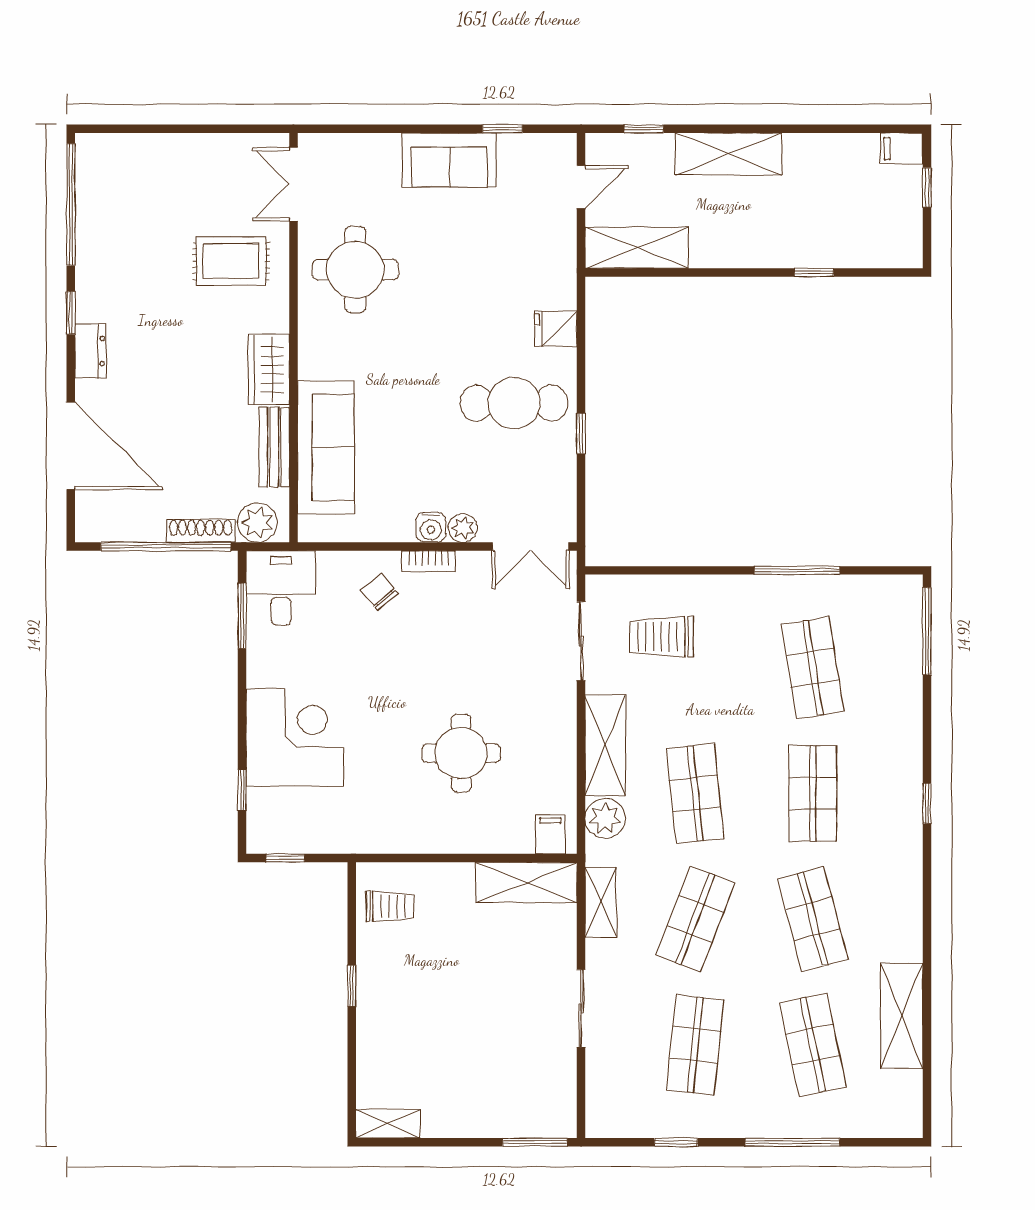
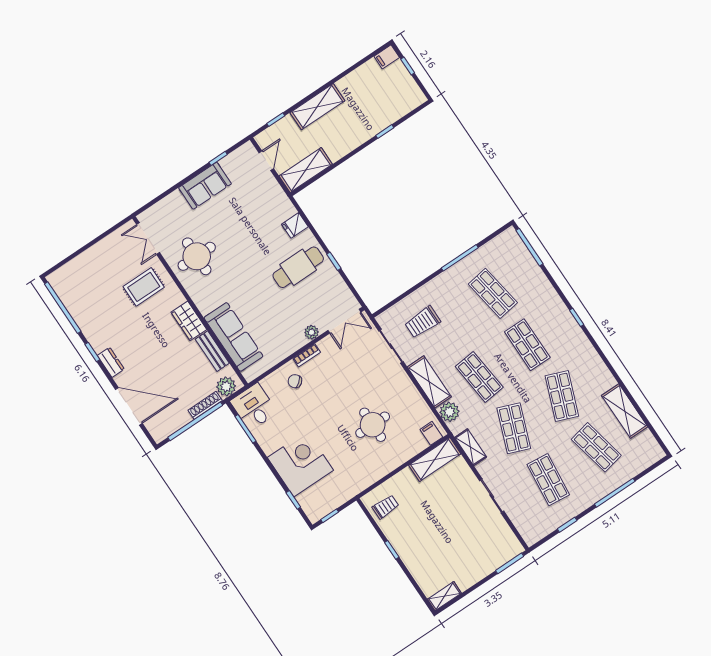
water cooler: (431, 527) -> (298, 341), removed
shop shelf: (813, 919) -> (562, 396), turned 36

